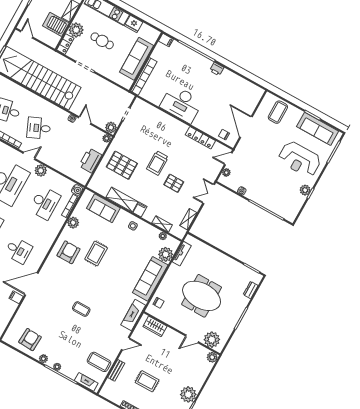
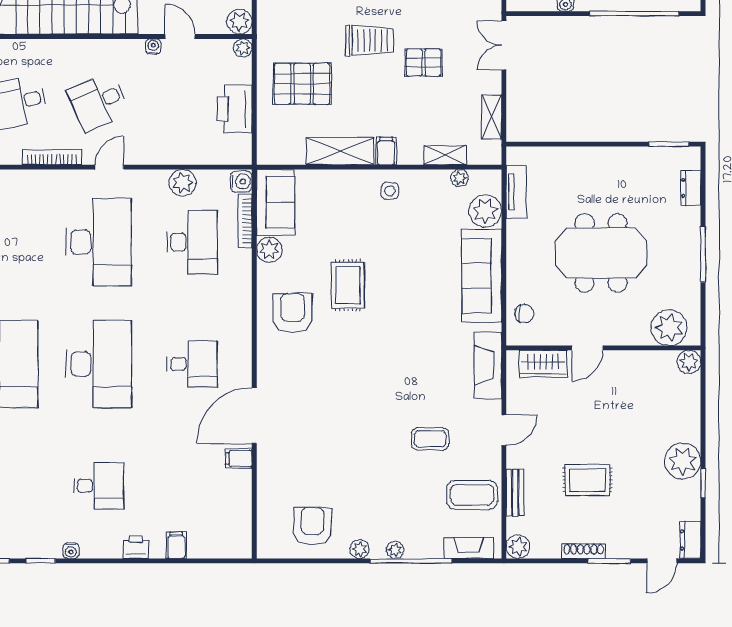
trolley: (157, 163) -> (369, 41), turned -90
plant: (41, 170) -> (183, 183), moved
sofa: (103, 208) -> (276, 202), moved, turned -90
coffee table: (81, 309) -> (430, 439), moved
door: (192, 339) -> (587, 348), moved
plant: (106, 392) -> (518, 547), added

